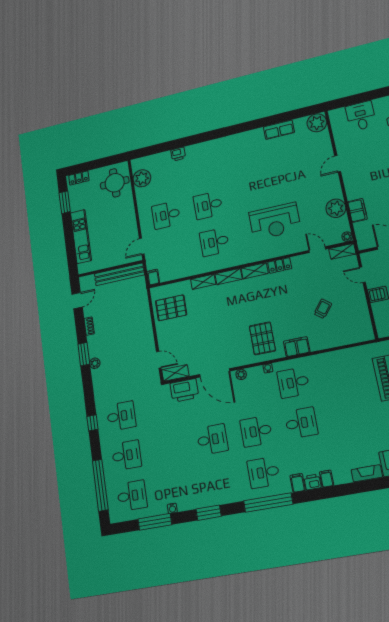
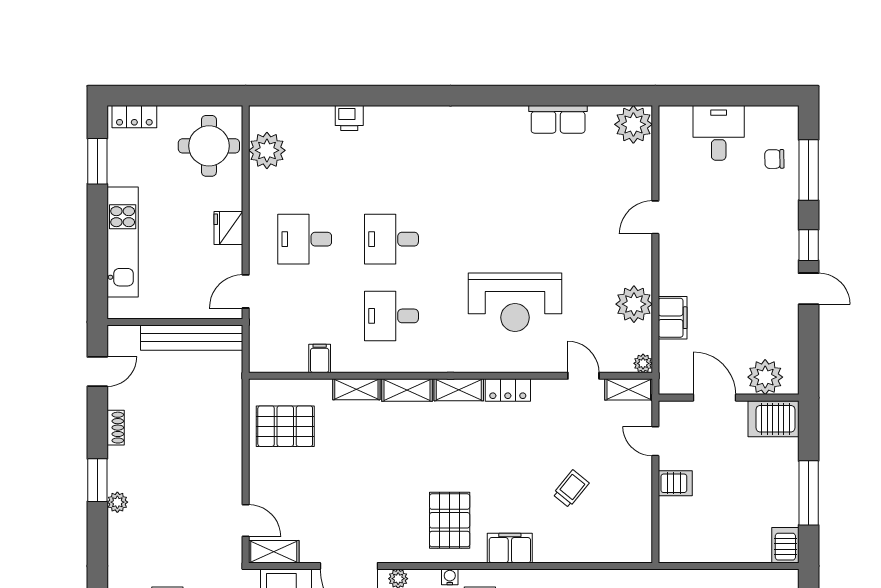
fridge: (129, 218) -> (228, 228), added
filing cabinet: (153, 277) -> (320, 358), moved

